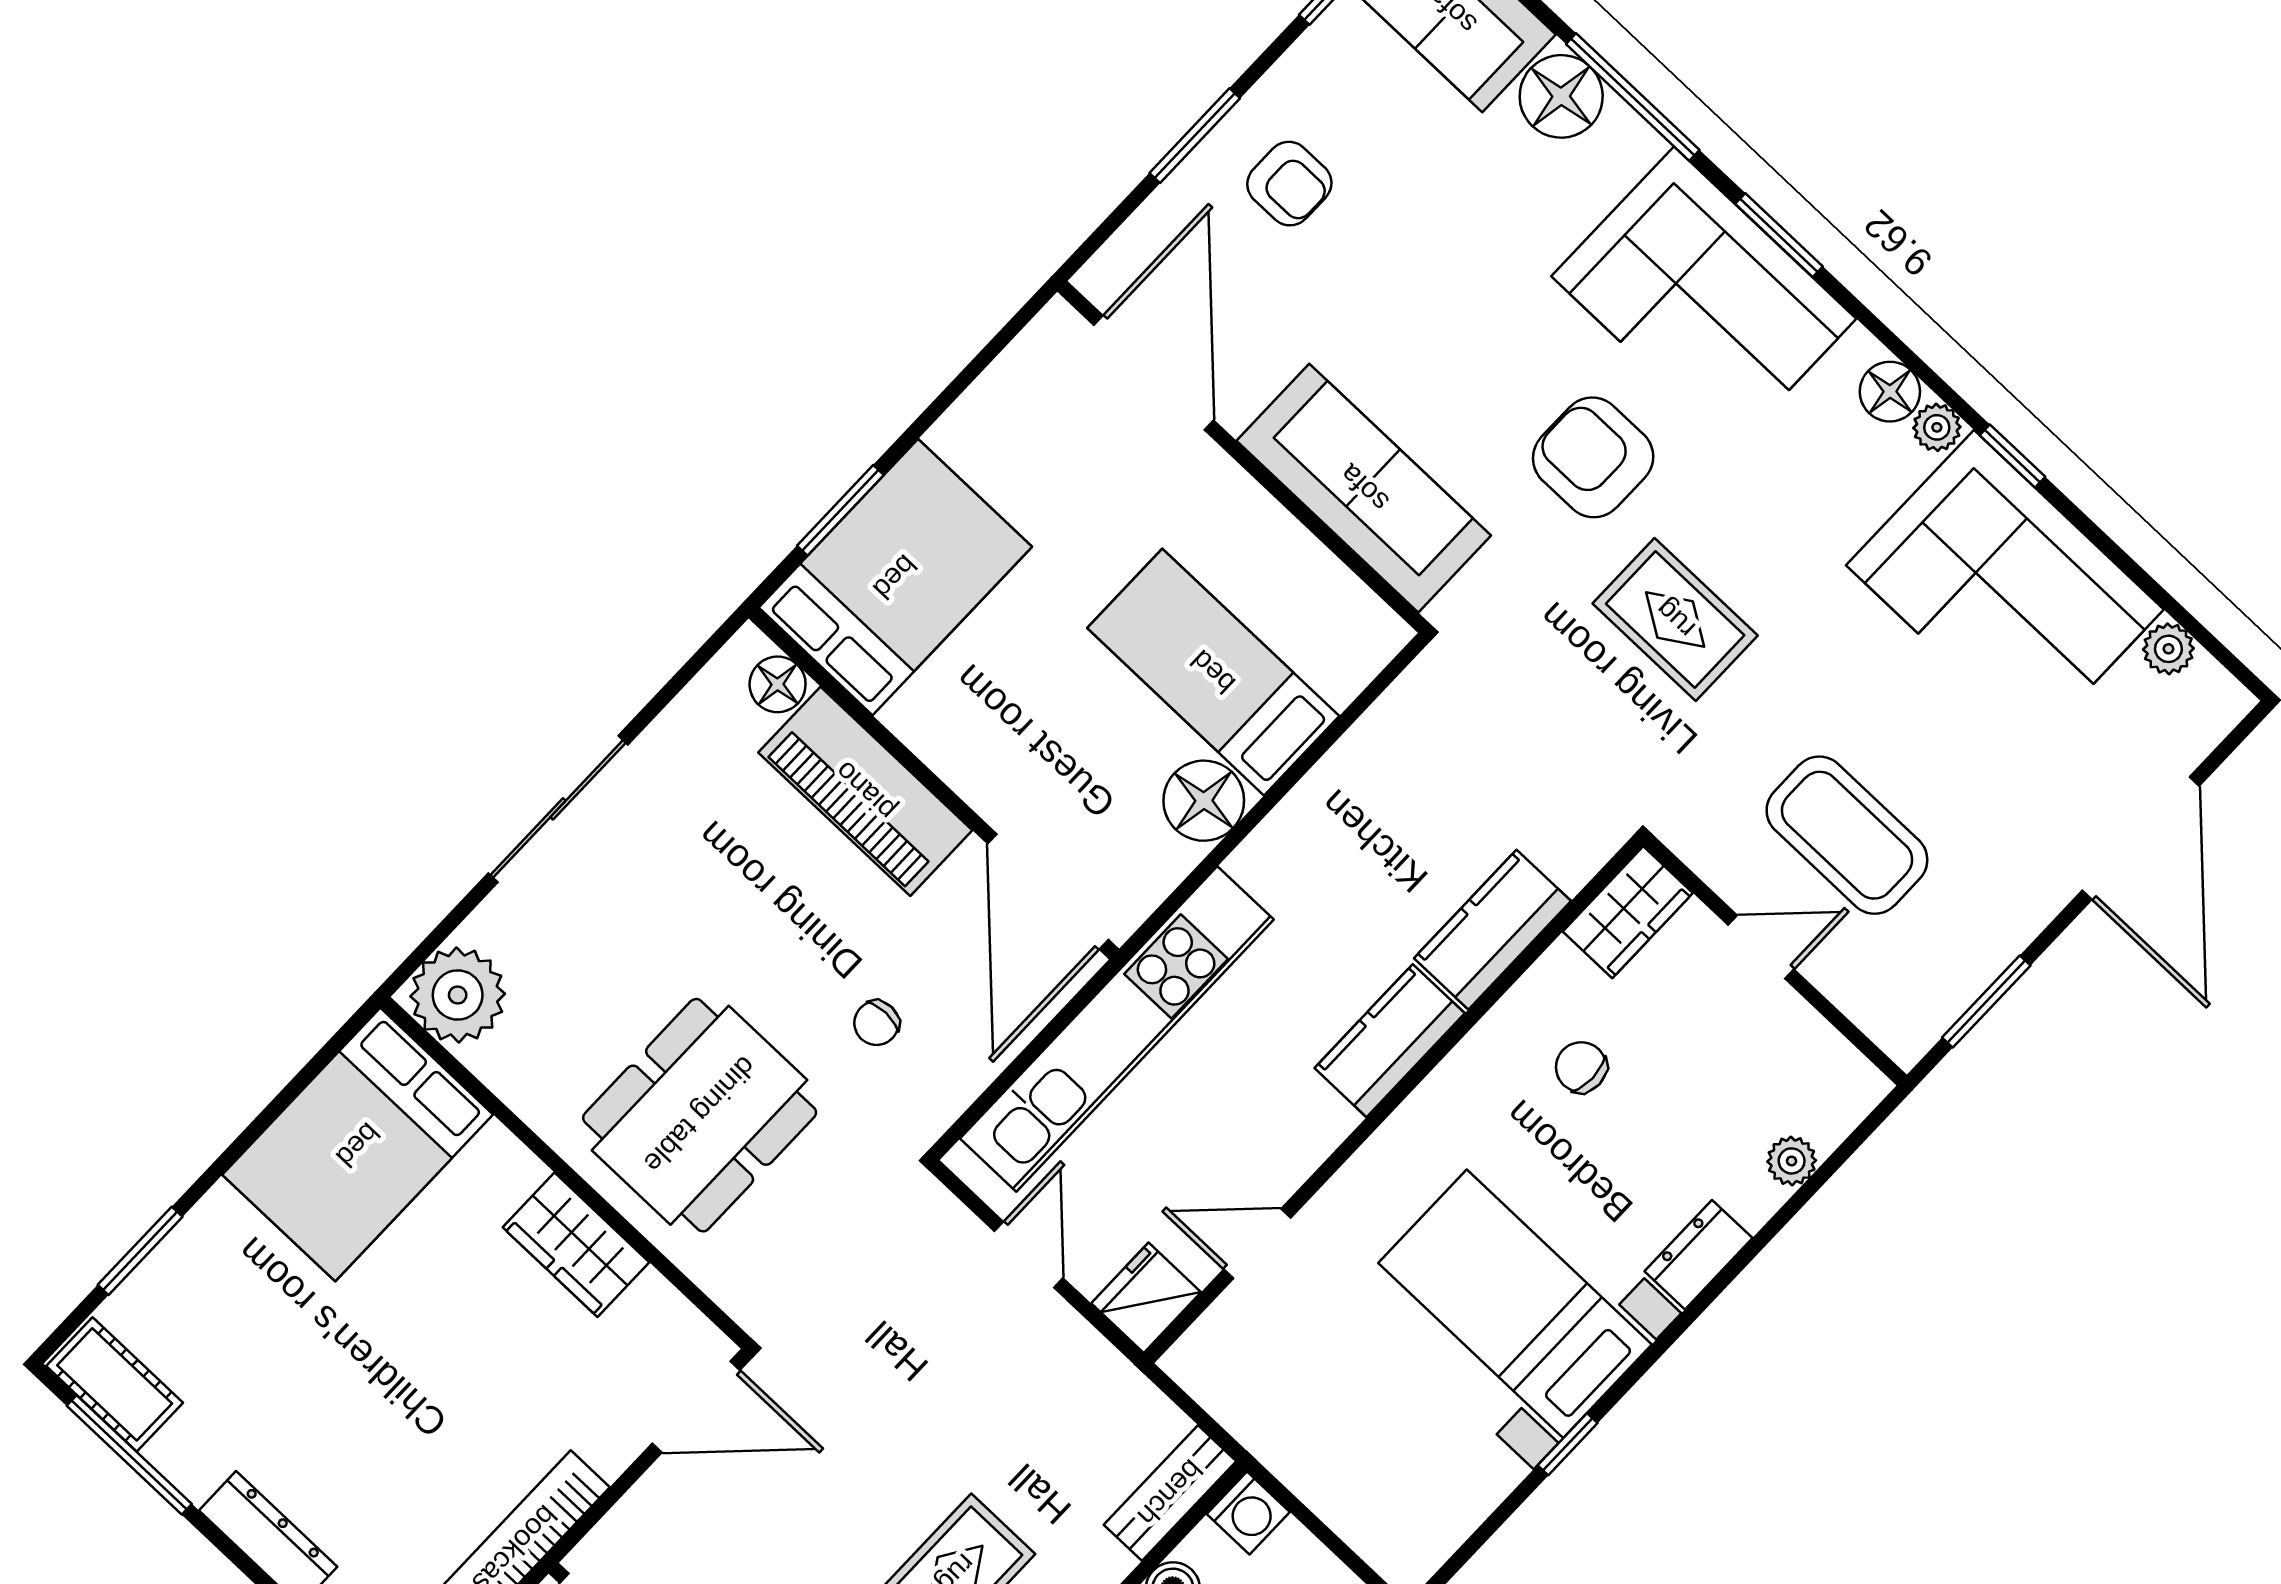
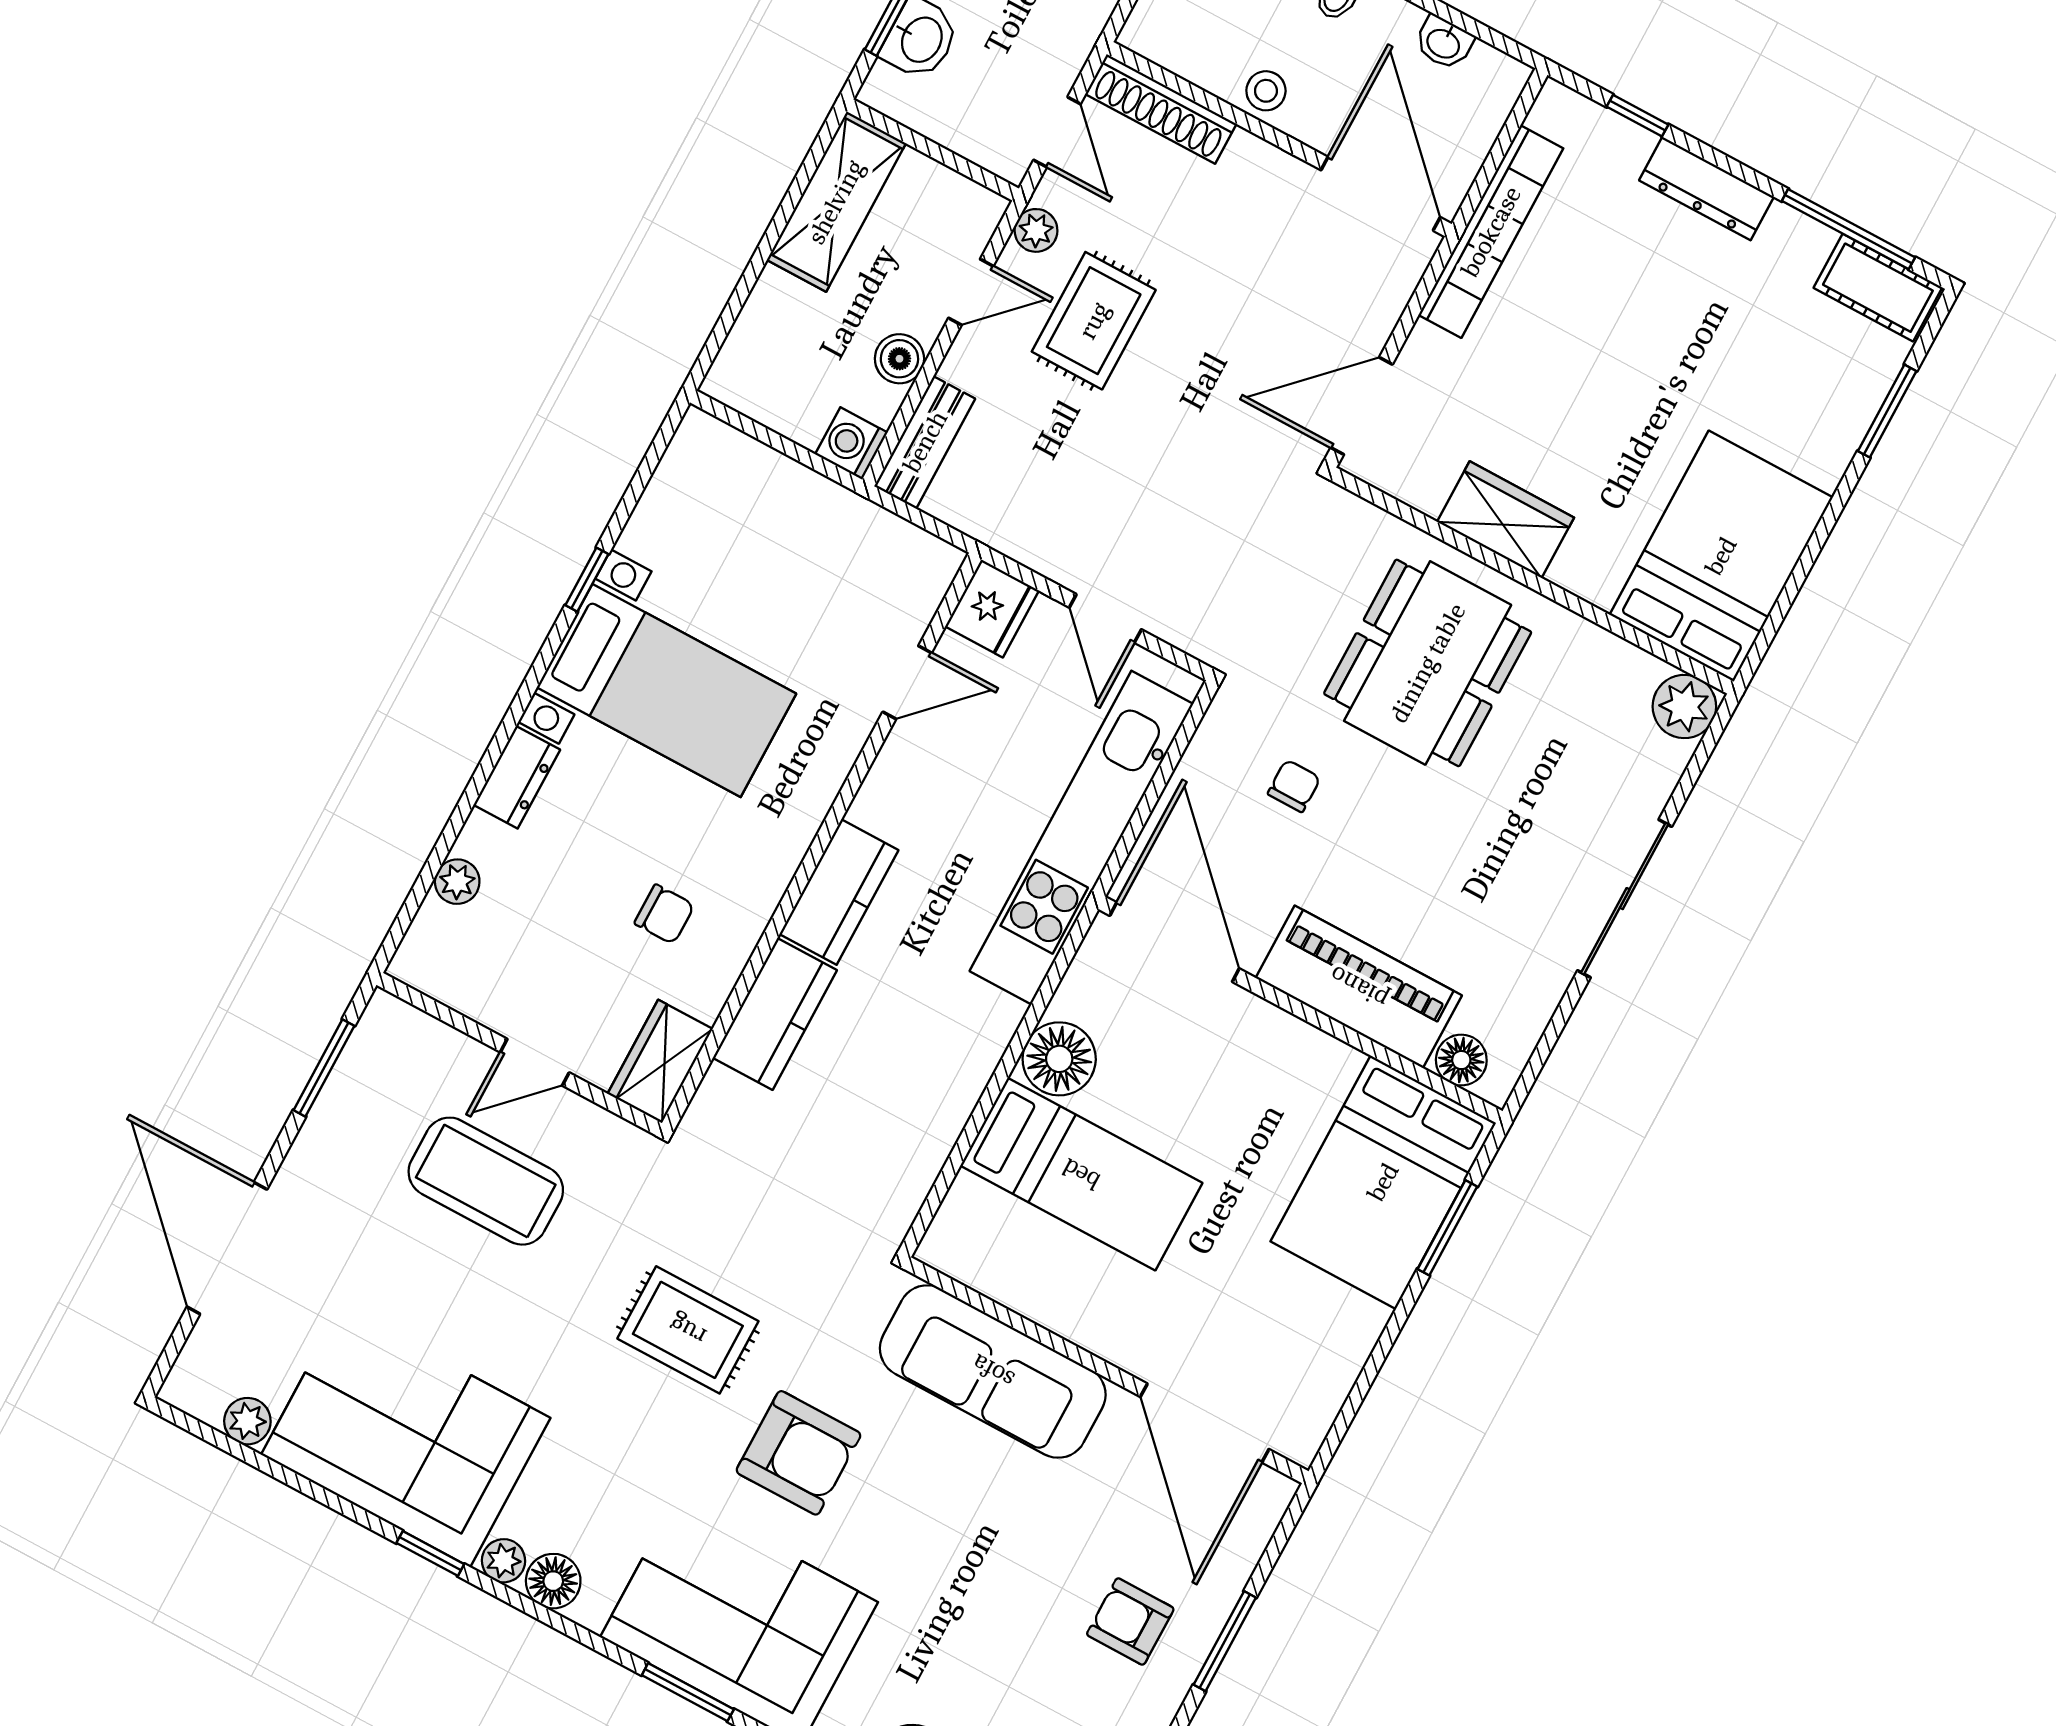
plant: (458, 995) -> (1684, 707), width x0.73, depth x0.73

